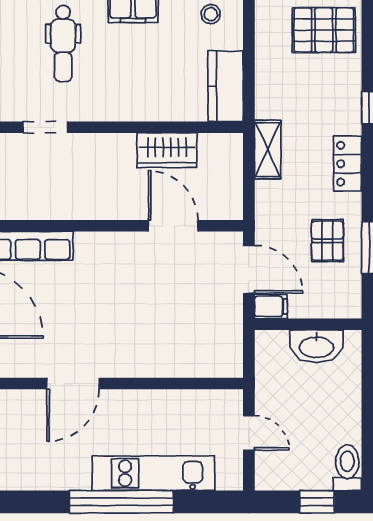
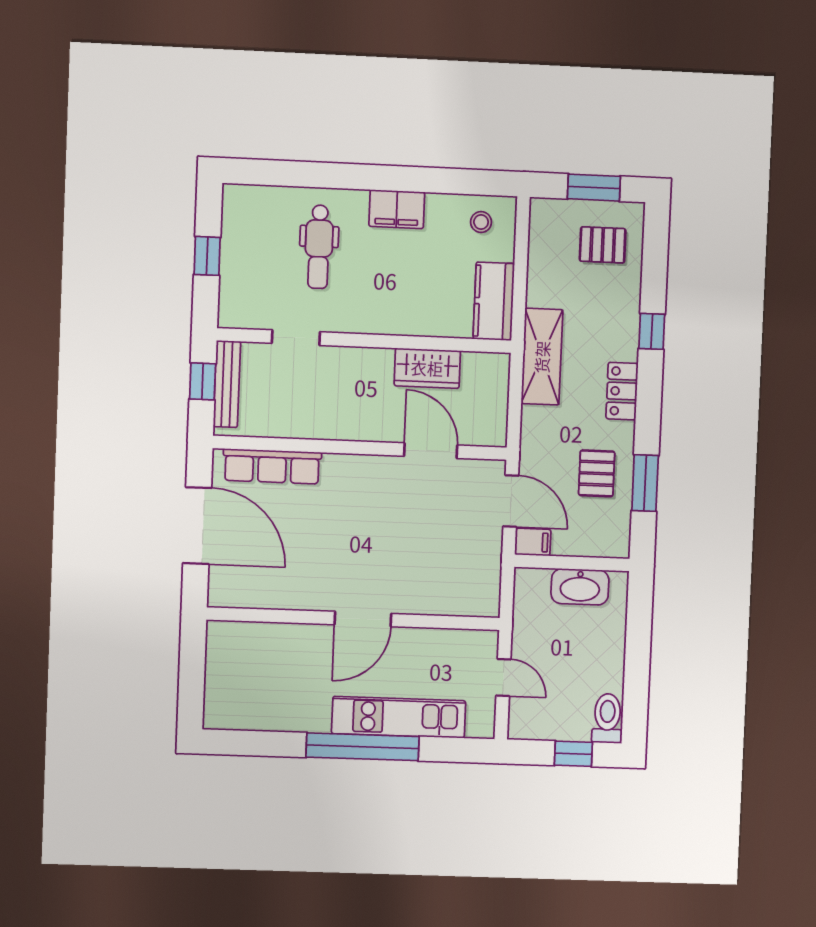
pallet: (324, 30) -> (603, 245), width x0.67, depth x0.71
shelving: (268, 150) -> (542, 357), width x1.50, depth x1.33
door: (73, 384) -> (363, 619), moved

